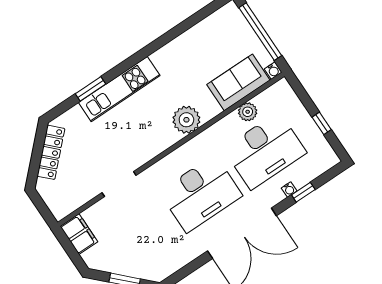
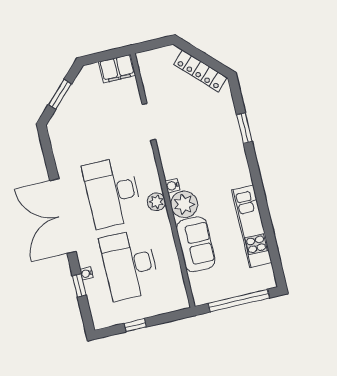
water cooler: (273, 71) -> (172, 186), moved
sofa: (238, 82) -> (196, 244), moved
kitchen unit: (119, 89) -> (252, 226), moved
plant: (248, 112) -> (156, 202), moved

